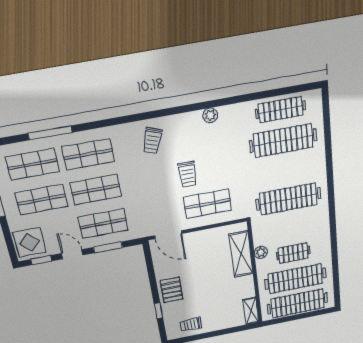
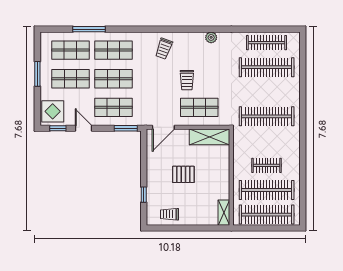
door: (168, 235) -> (163, 127), hinge flipped
window: (108, 247) -> (126, 128), moved
plant: (261, 252) -> (238, 159), removed
shelving: (241, 254) -> (210, 137), moved, turned 90
pallet: (172, 290) -> (183, 174), moved, turned 90

